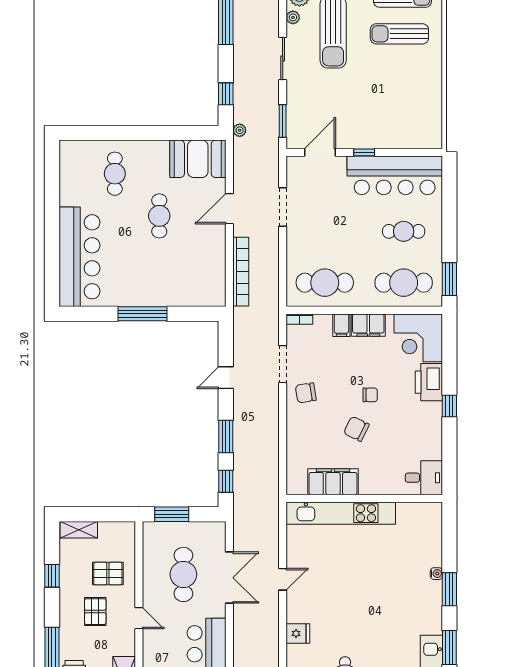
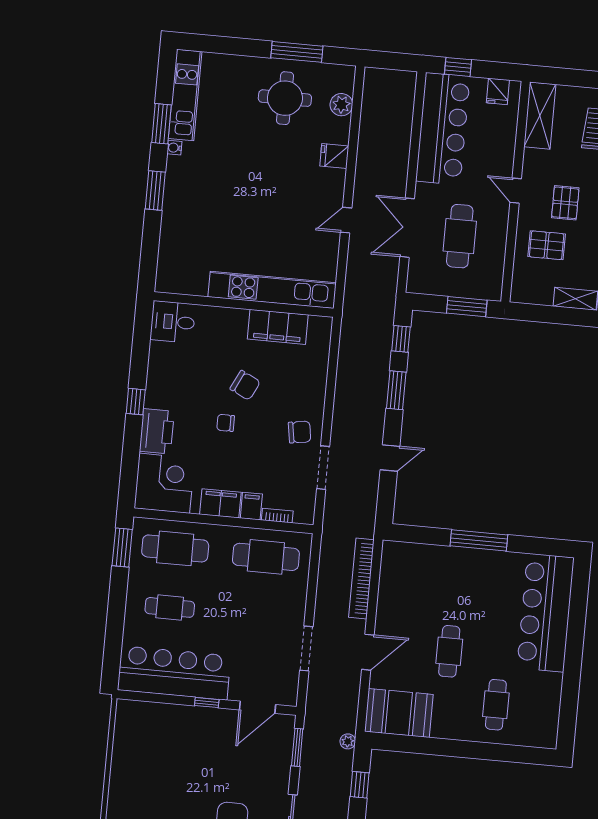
bookcase: (299, 319) -> (277, 516), moved
water cooler: (436, 574) -> (174, 148), moved

